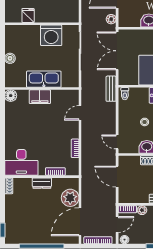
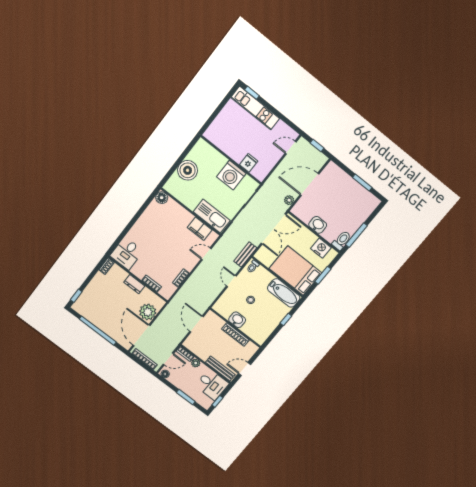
fridge: (28, 15) -> (249, 163), moved
double door: (117, 51) -> (274, 229), swing flipped
boiler: (10, 58) -> (188, 170), width x1.86, depth x1.86
kitchen sink: (44, 79) -> (212, 216), moved
filing cabinet: (40, 97) -> (200, 229), moved
door: (117, 142) -> (231, 281), moved
desk: (21, 162) -> (127, 253), width x0.73
door: (80, 222) -> (141, 335), hinge flipped

